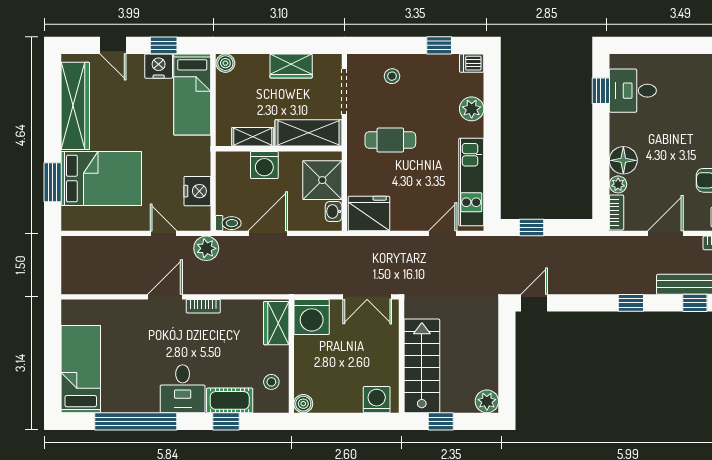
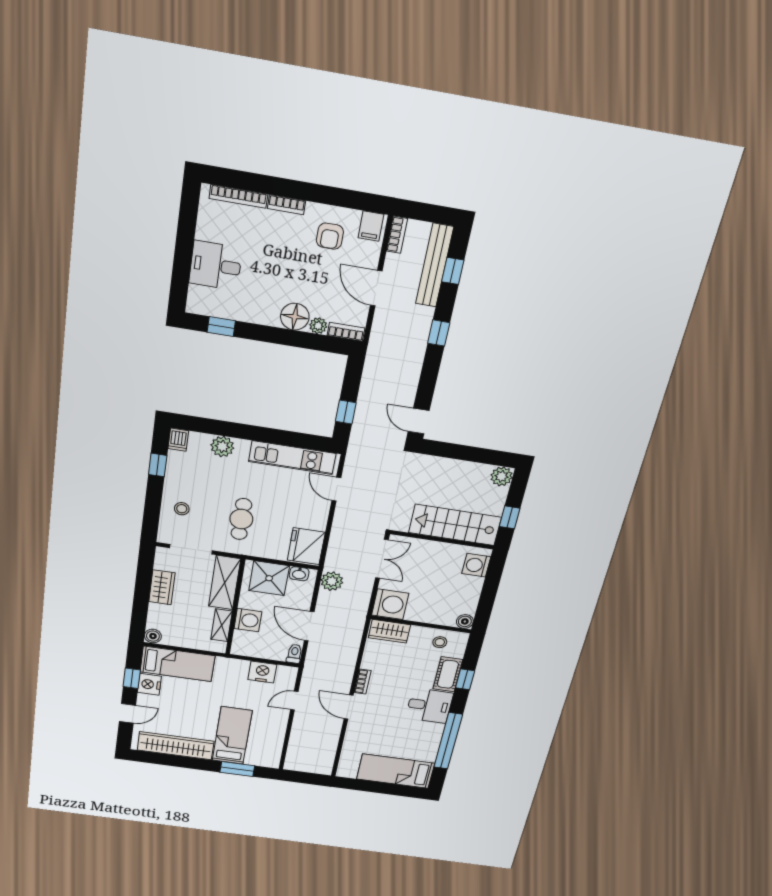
desk: (633, 91) -> (216, 265), moved, turned 90
bed: (101, 179) -> (232, 736), width x0.67
plant: (206, 248) -> (332, 581), moved

